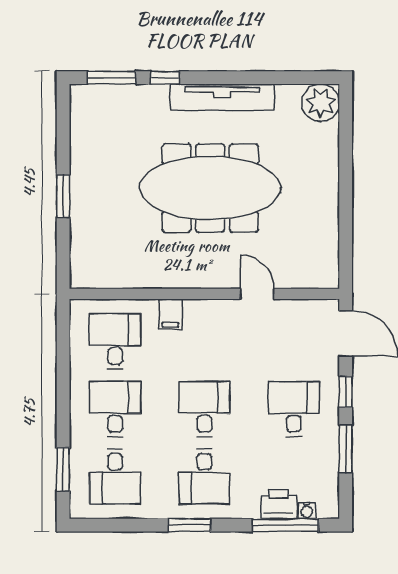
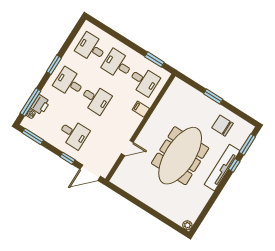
tv unit: (222, 97) -> (222, 168), moved
plant: (321, 103) -> (187, 225), width x0.53, depth x0.53
chair: (106, 145) -> (223, 126), added
desk: (115, 409) -> (118, 64), turned 180
window: (346, 449) -> (33, 136), moved
window: (63, 469) -> (154, 59), moved

